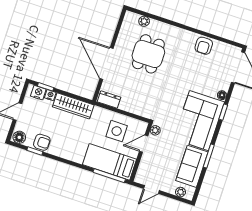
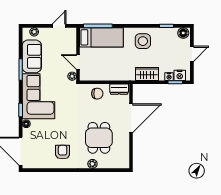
plant: (144, 21) -> (92, 164), moved
armchair: (204, 46) -> (63, 152), moved
door: (107, 64) -> (131, 118), hinge flipped
chair: (134, 102) -> (97, 94), added
wardrobe: (73, 106) -> (147, 74), width x0.67
side table: (117, 131) -> (143, 41), moved
armchair: (42, 142) -> (163, 35), removed
door: (144, 144) -> (78, 62), swing flipped

